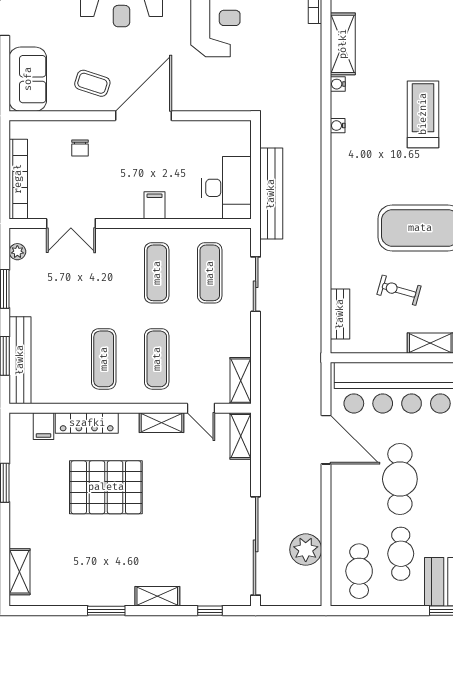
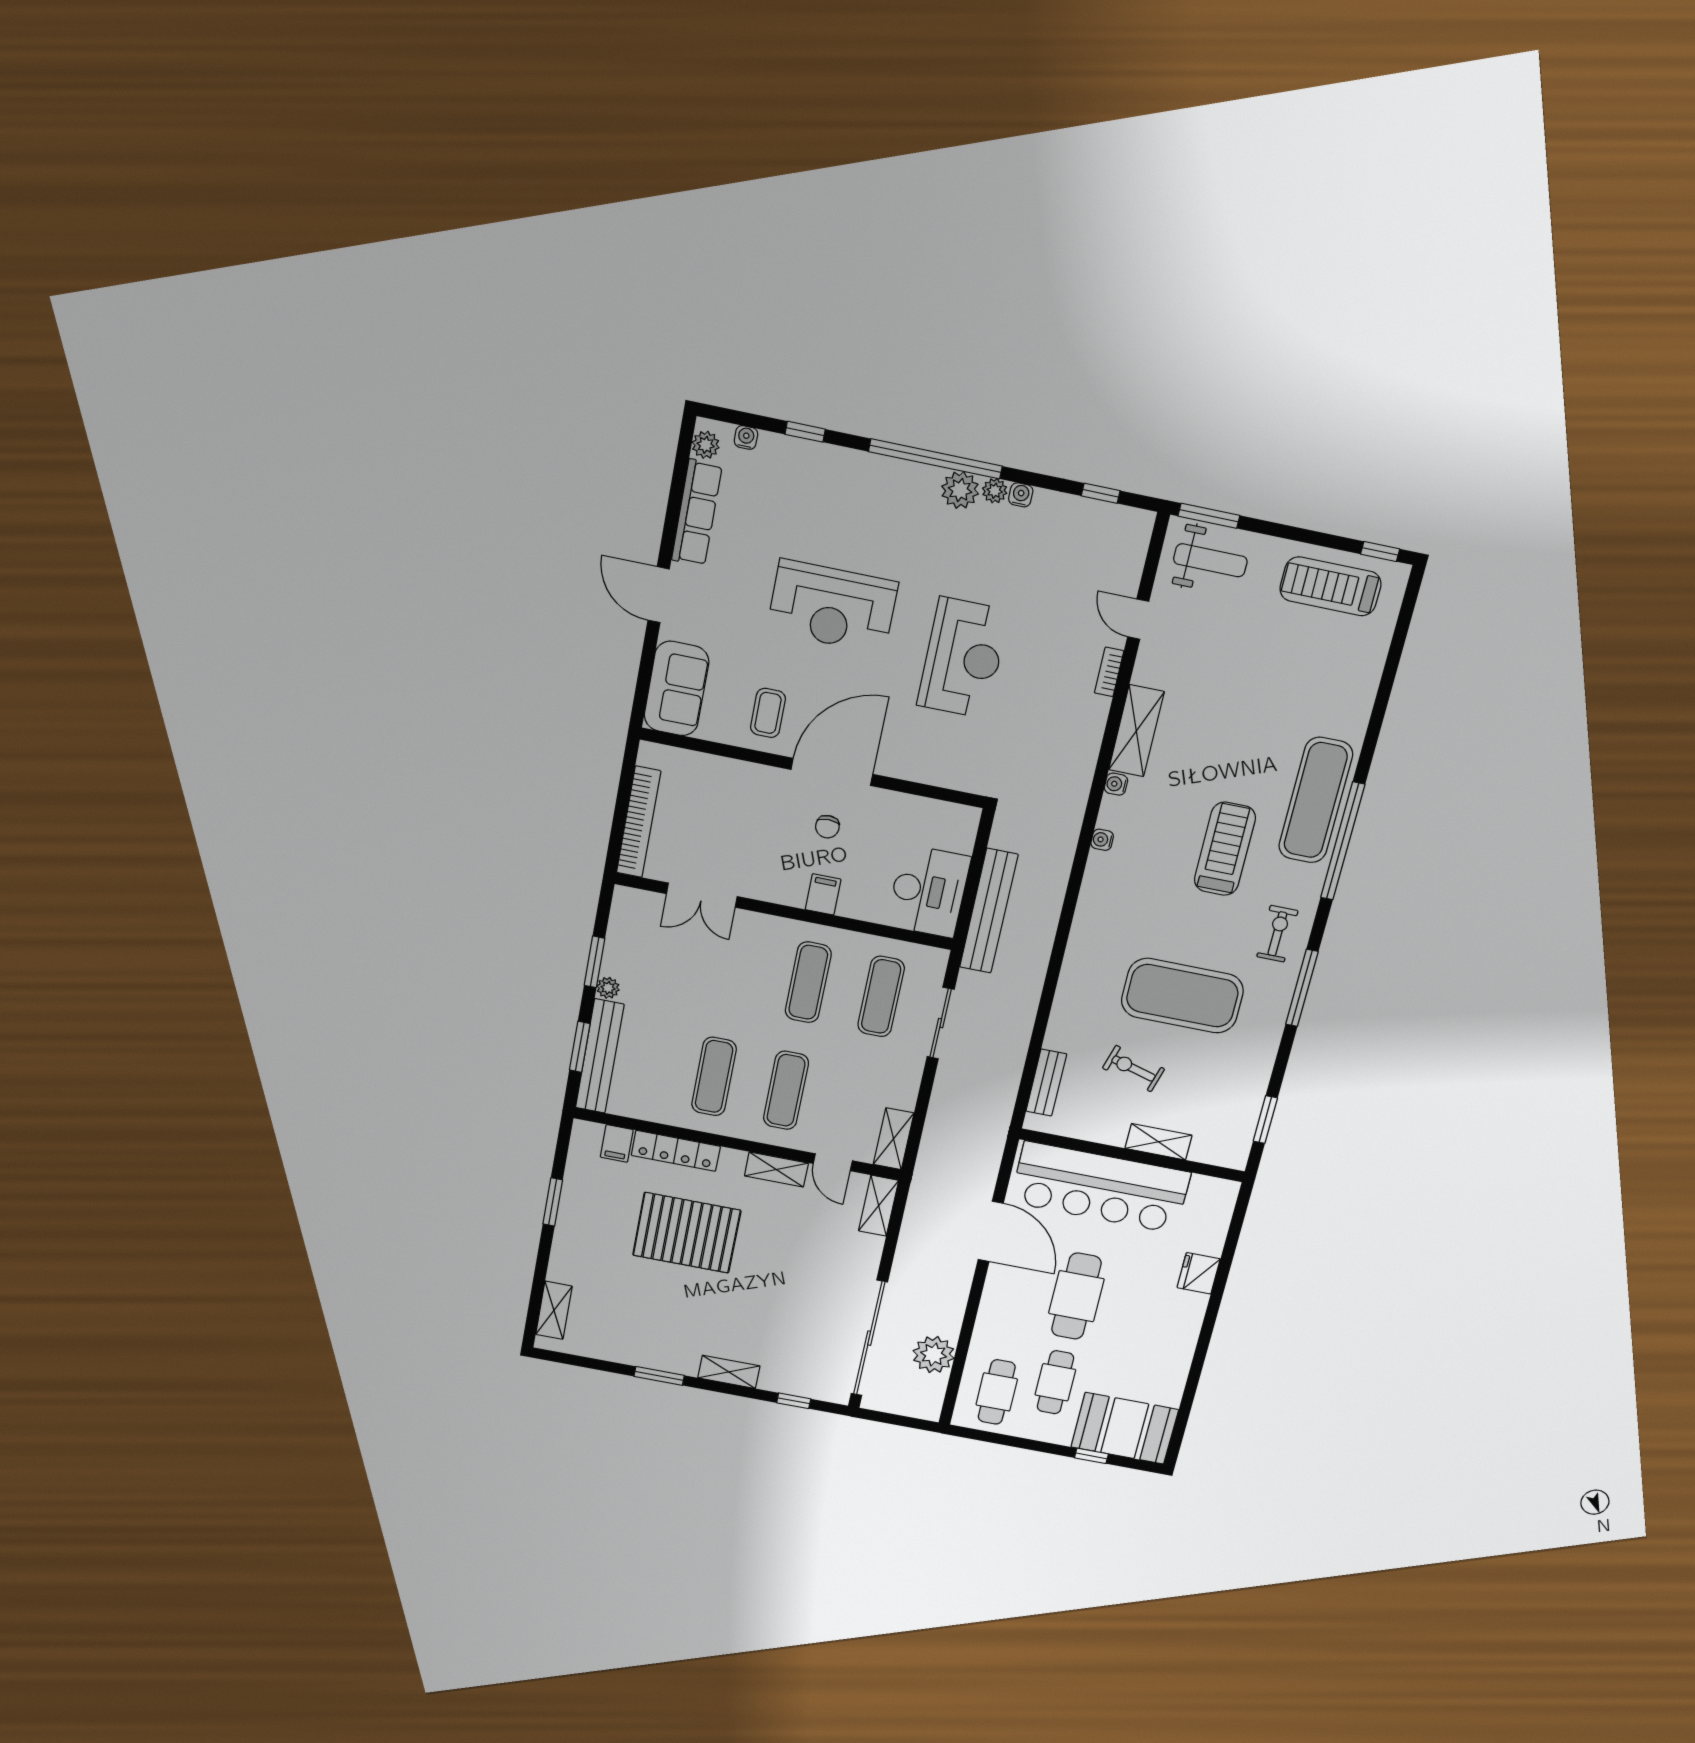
coffee table: (92, 83) -> (768, 713), turned 72
chair: (80, 148) -> (827, 827), moved
plant: (17, 252) -> (608, 988), moved

